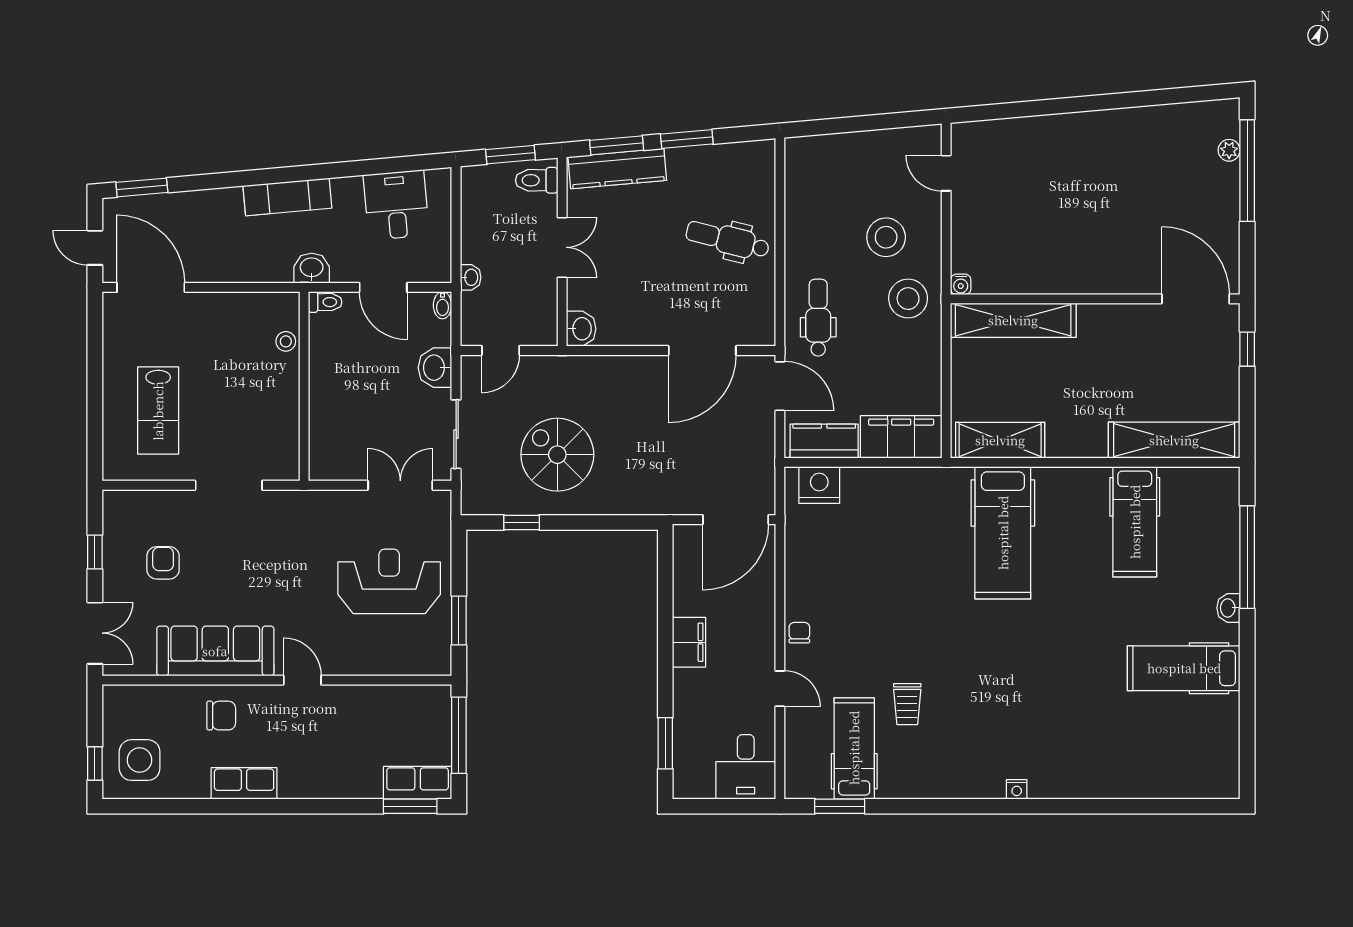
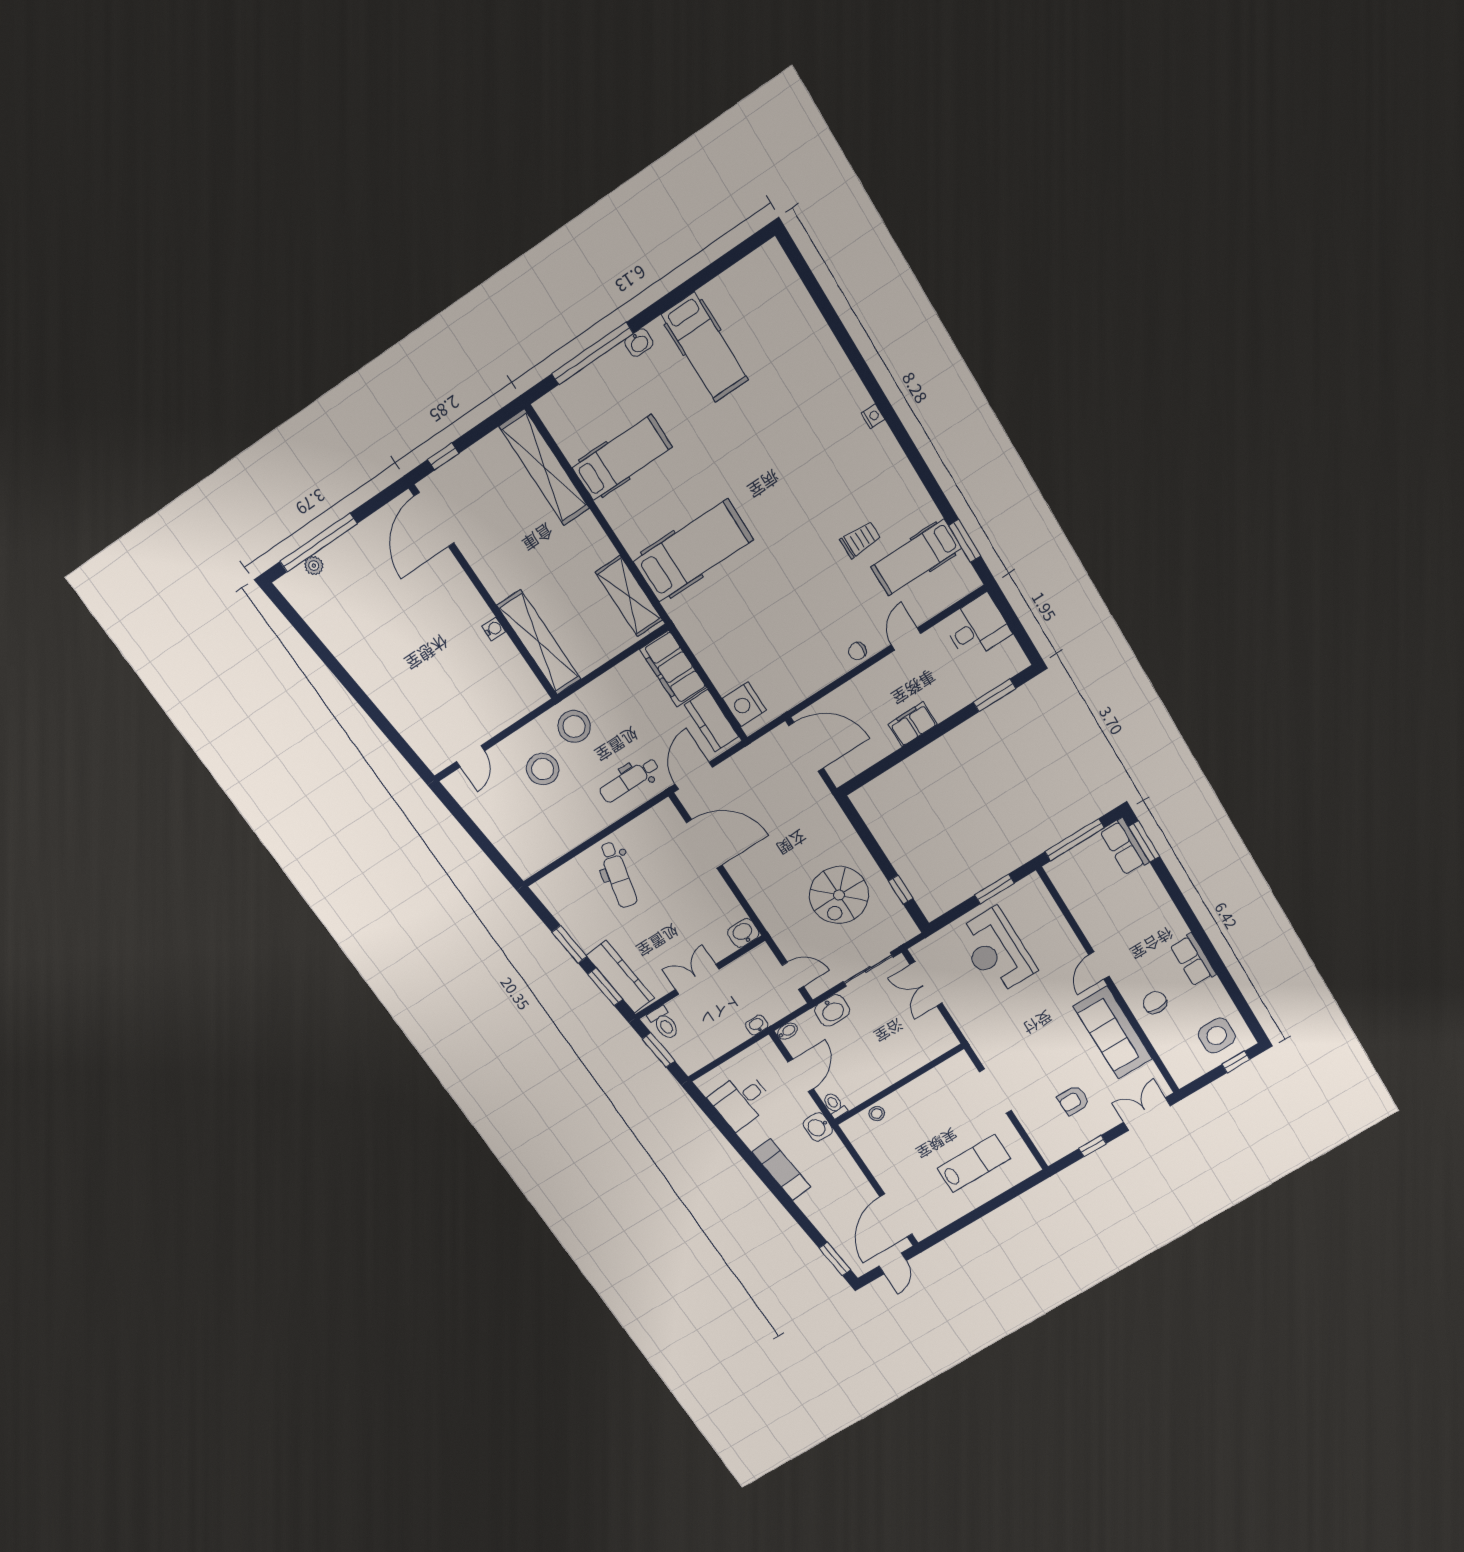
water cooler: (961, 284) -> (494, 629), moved

